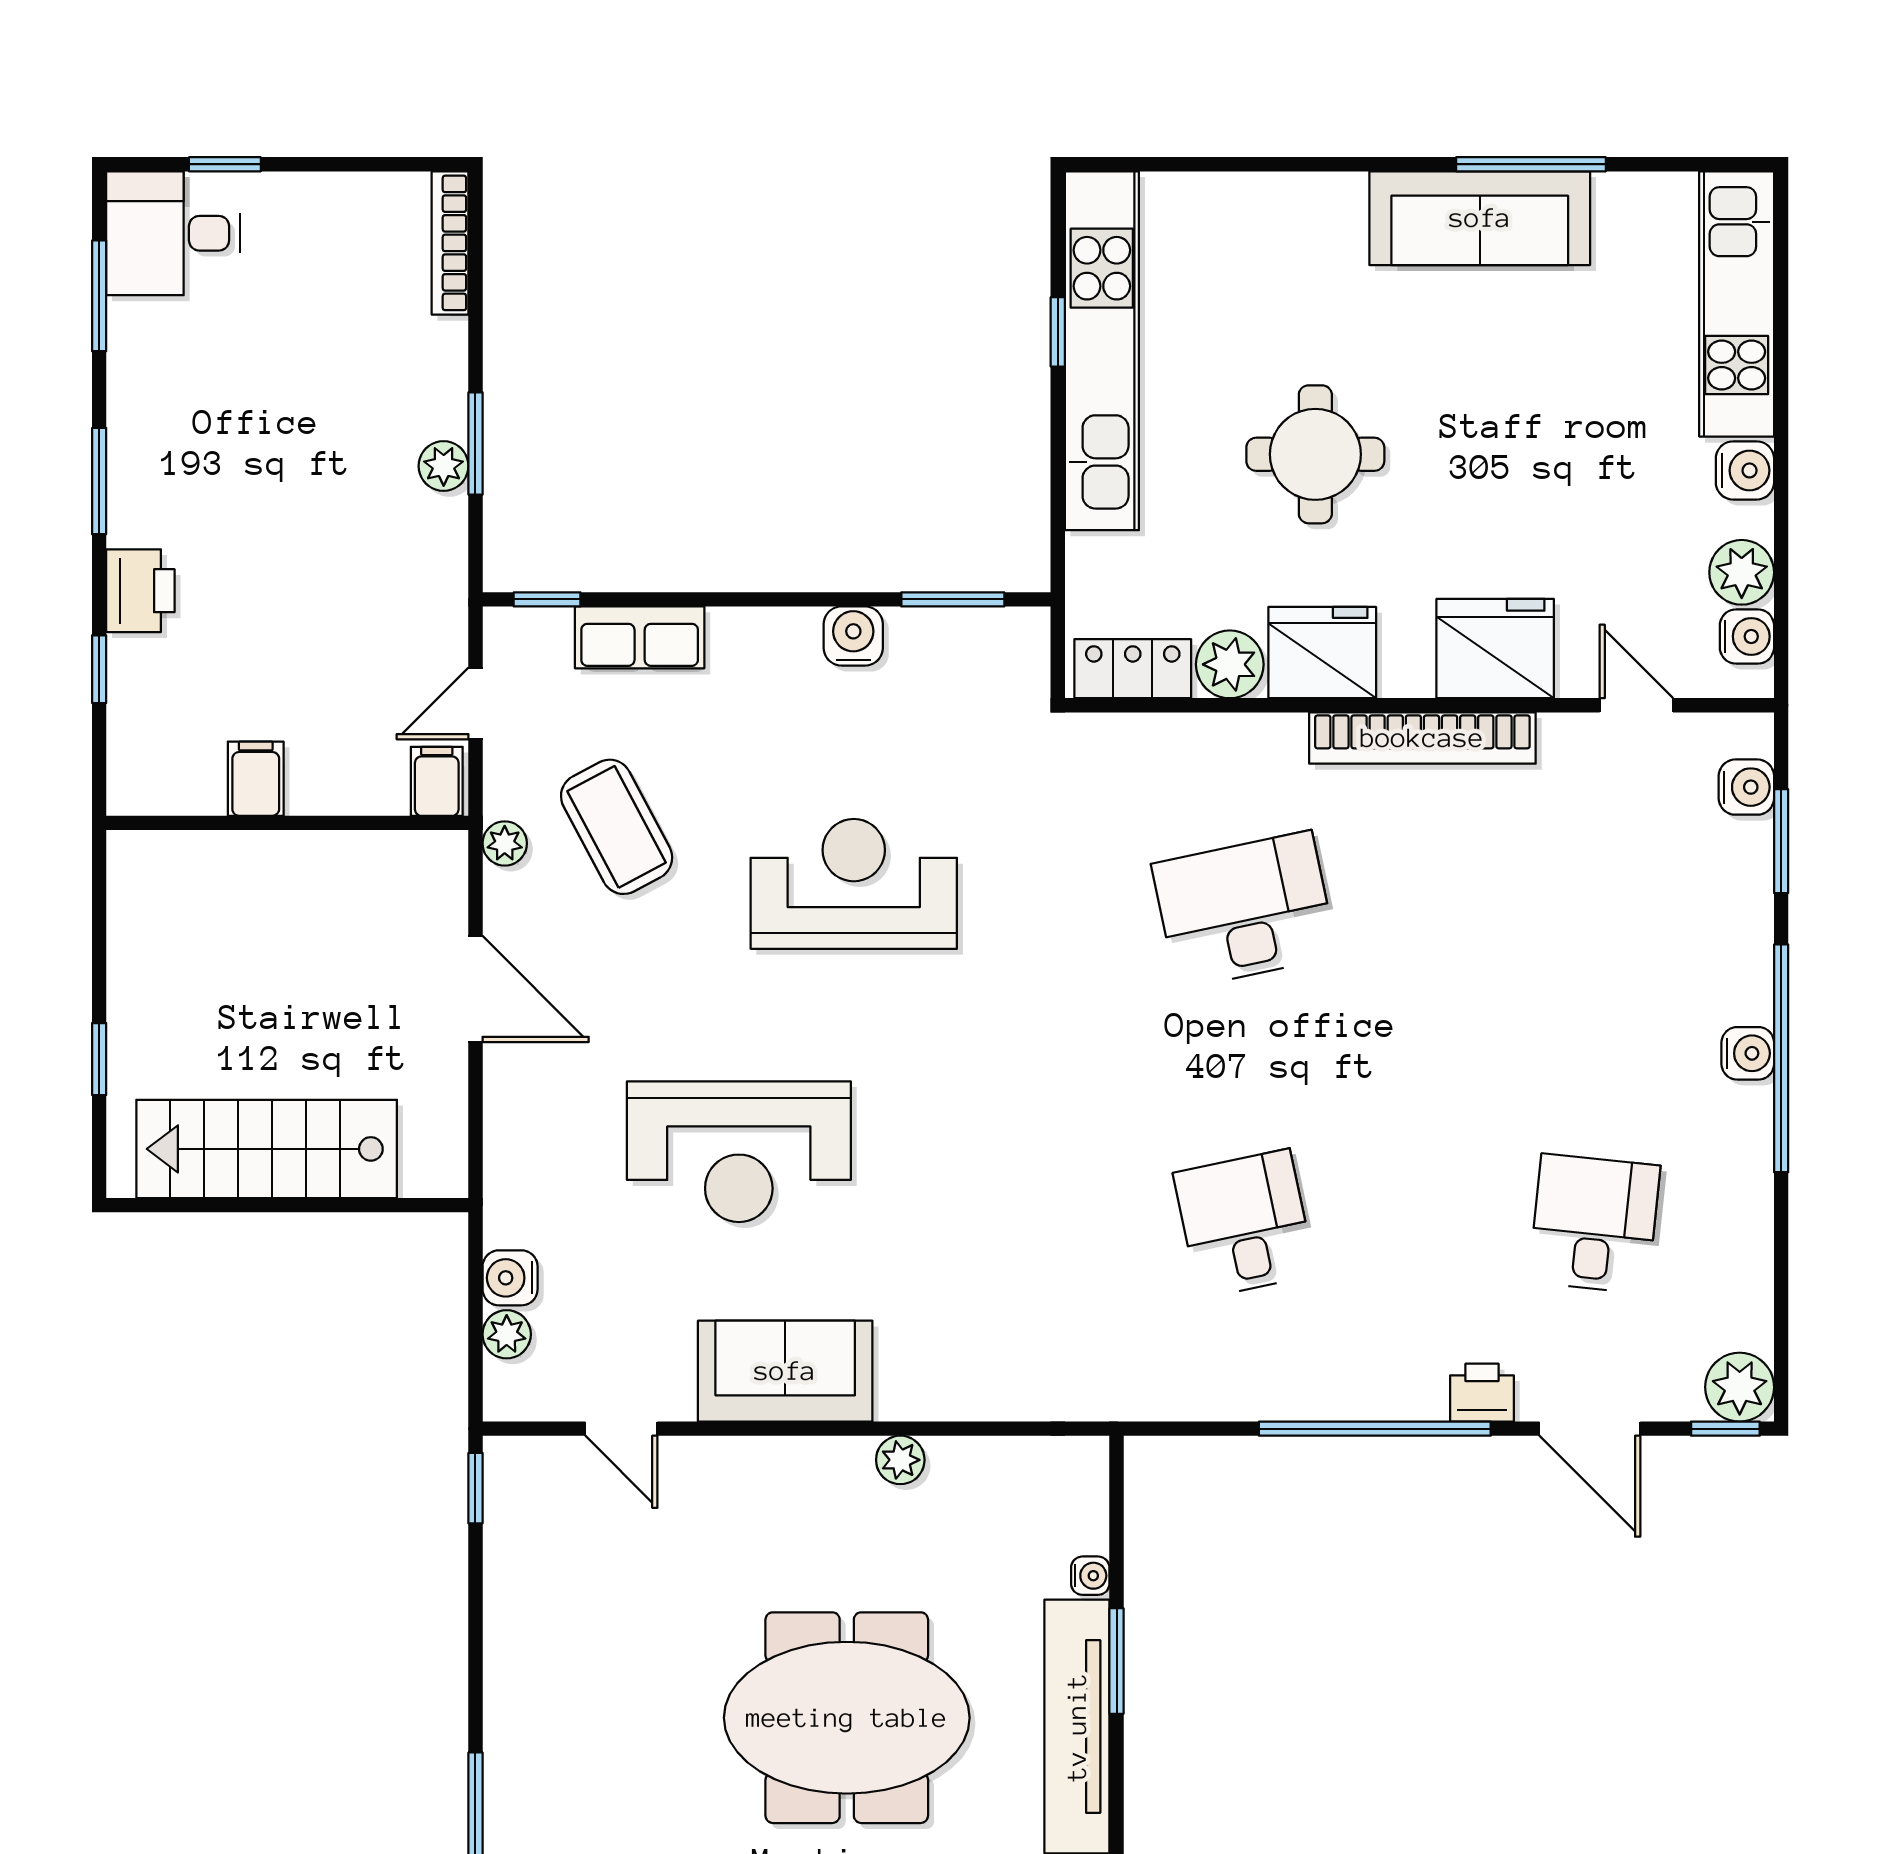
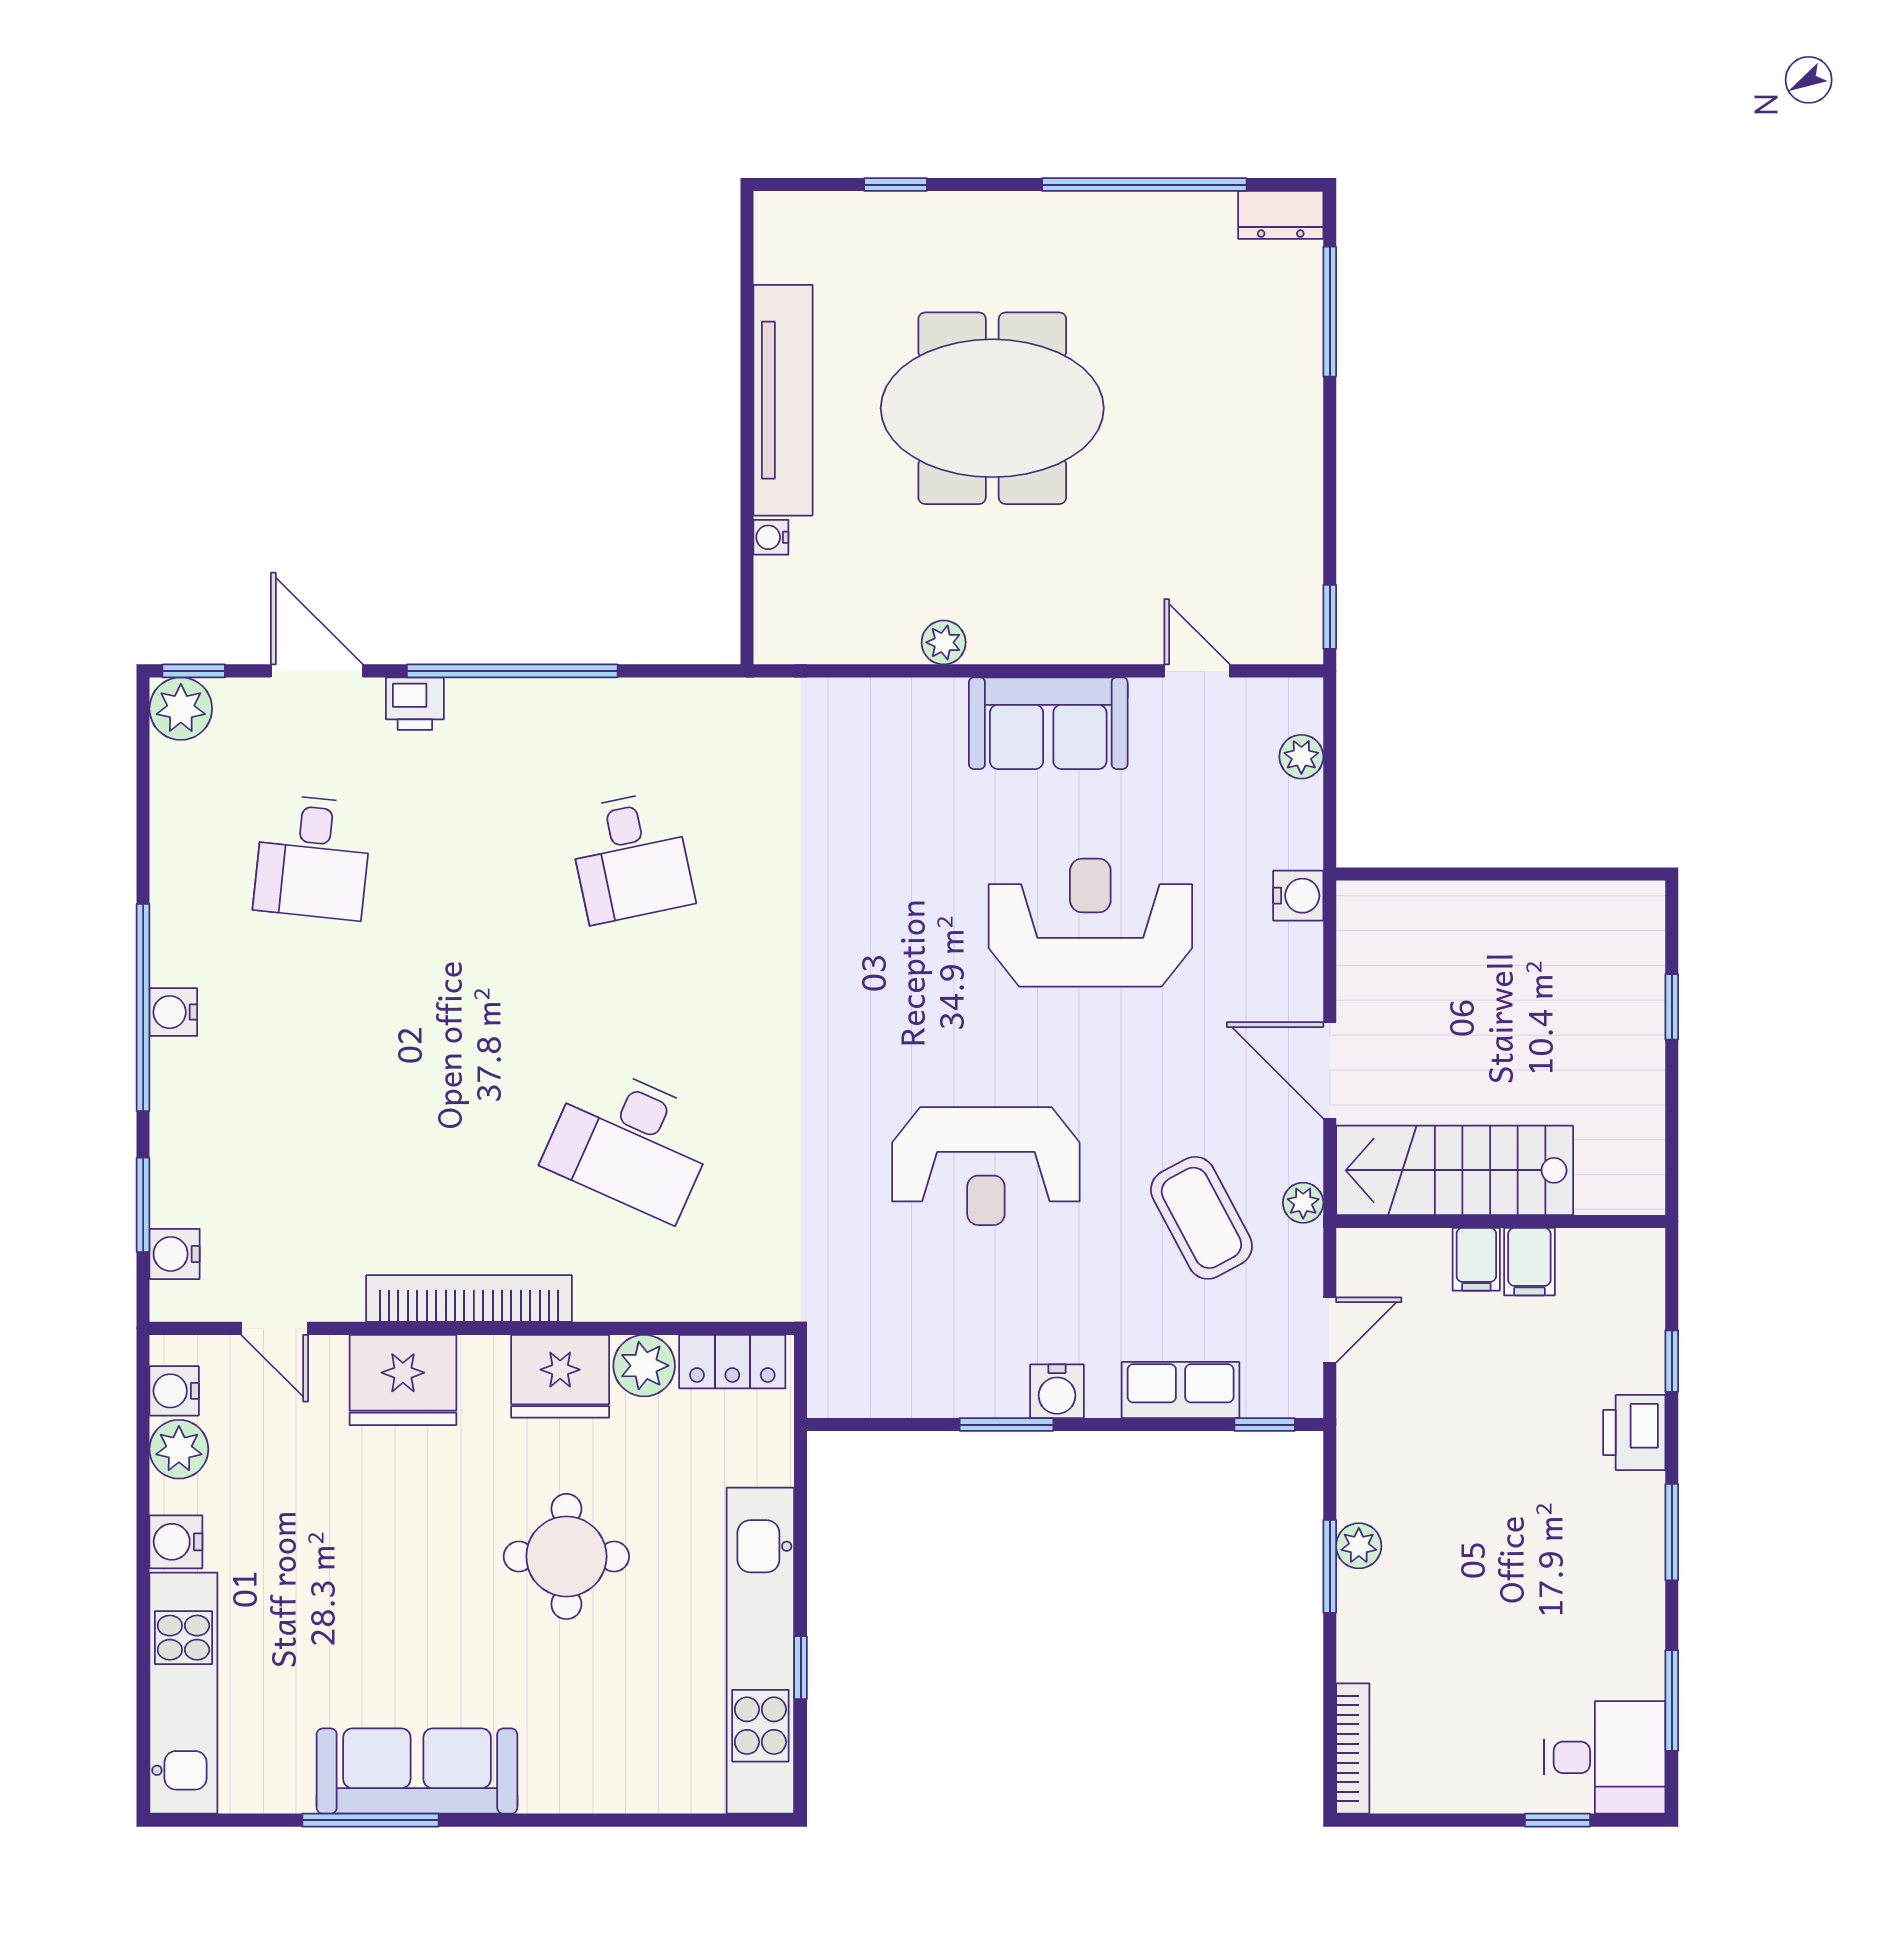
window: (953, 599) -> (1007, 1425), moved
water cooler: (853, 636) -> (1057, 1391), moved
filing cabinet: (437, 781) -> (1476, 1259), moved
desk: (1245, 910) -> (631, 1142), turned 36
stairs: (267, 1149) -> (1455, 1170), moved, turned 180
water cooler: (510, 1278) -> (1298, 896), moved
window: (1117, 1661) -> (747, 460), removed

